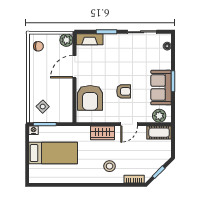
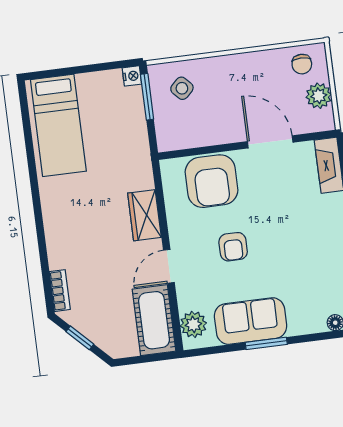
plant: (66, 40) -> (319, 96), moved
armchair: (90, 98) -> (212, 181), turned -90
door: (129, 124) -> (169, 266), hinge flipped
cot: (159, 133) -> (154, 320), width x1.37, depth x1.34
bed: (53, 153) -> (58, 125), moved
stool: (110, 166) -> (79, 238), removed

